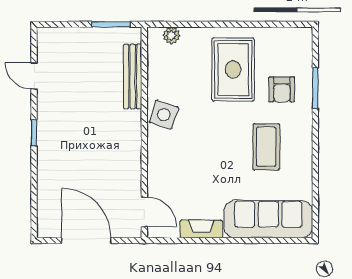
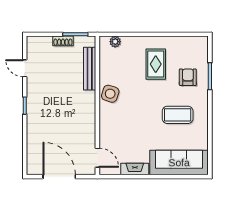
shoe rack: (92, 34) -> (63, 41), added
rug: (233, 70) -> (156, 64), width x0.73, depth x0.70
armchair: (282, 89) -> (188, 77), turned 180
coffee table: (266, 147) -> (178, 115), turned 90

